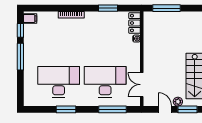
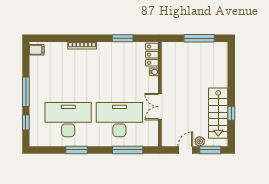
window: (166, 8) -> (199, 38), moved
window: (20, 30) -> (26, 123), moved
double door: (142, 85) -> (160, 107), moved
door: (165, 109) -> (185, 150), hinge flipped

